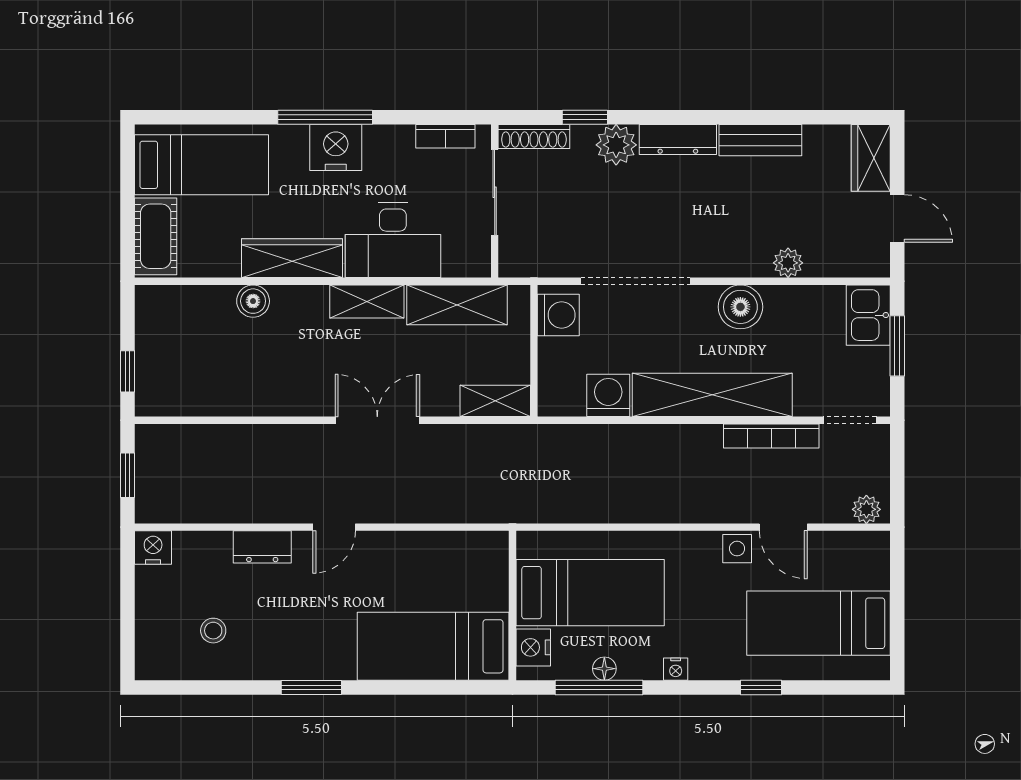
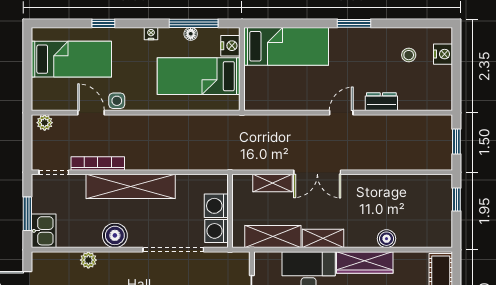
washing machine: (608, 395) -> (216, 206), moved, turned 90
shelving: (495, 401) -> (273, 183), moved
nightstand: (153, 548) -> (443, 54), moved, turned -90

